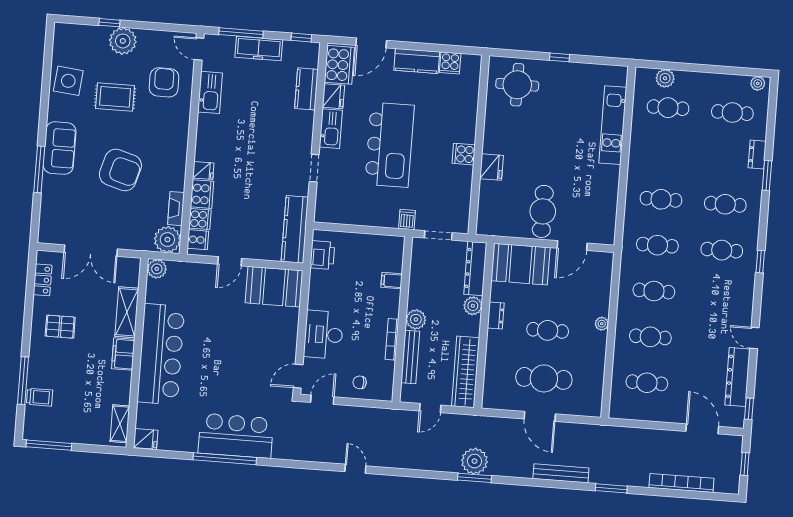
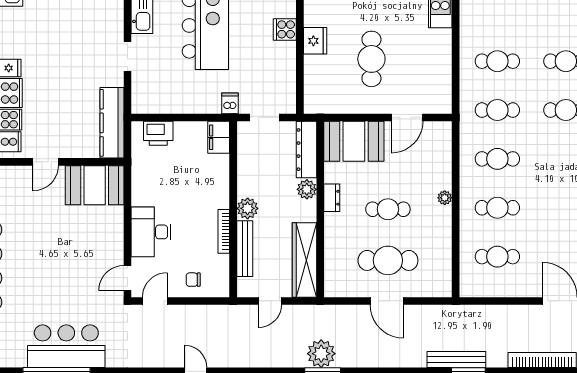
cafe table: (543, 211) -> (371, 59), moved
printer: (322, 255) -> (158, 133), moved, turned 90
filing cabinet: (392, 281) -> (219, 137), moved, width x2.00
bench: (561, 473) -> (456, 360), moved

